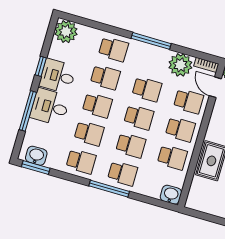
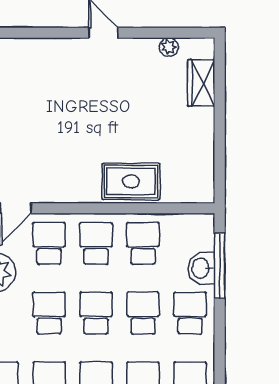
window: (109, 189) -> (220, 266), moved
washbasin: (171, 195) -> (201, 268), moved

